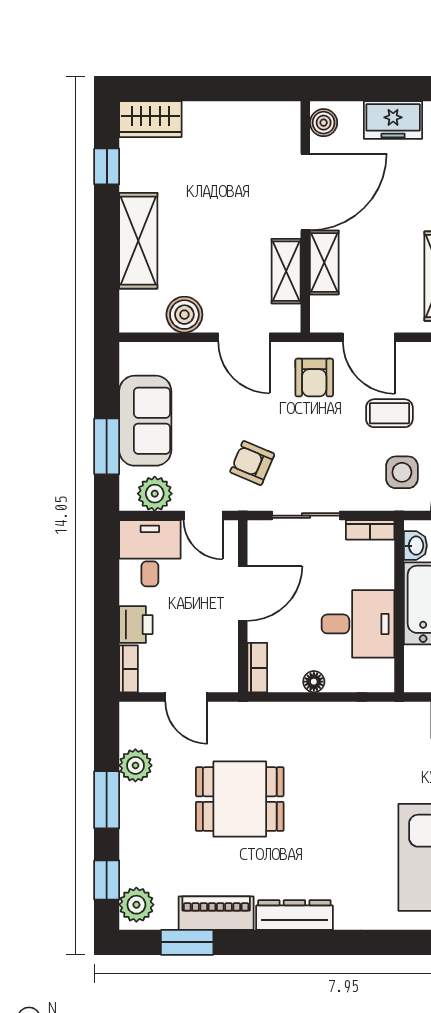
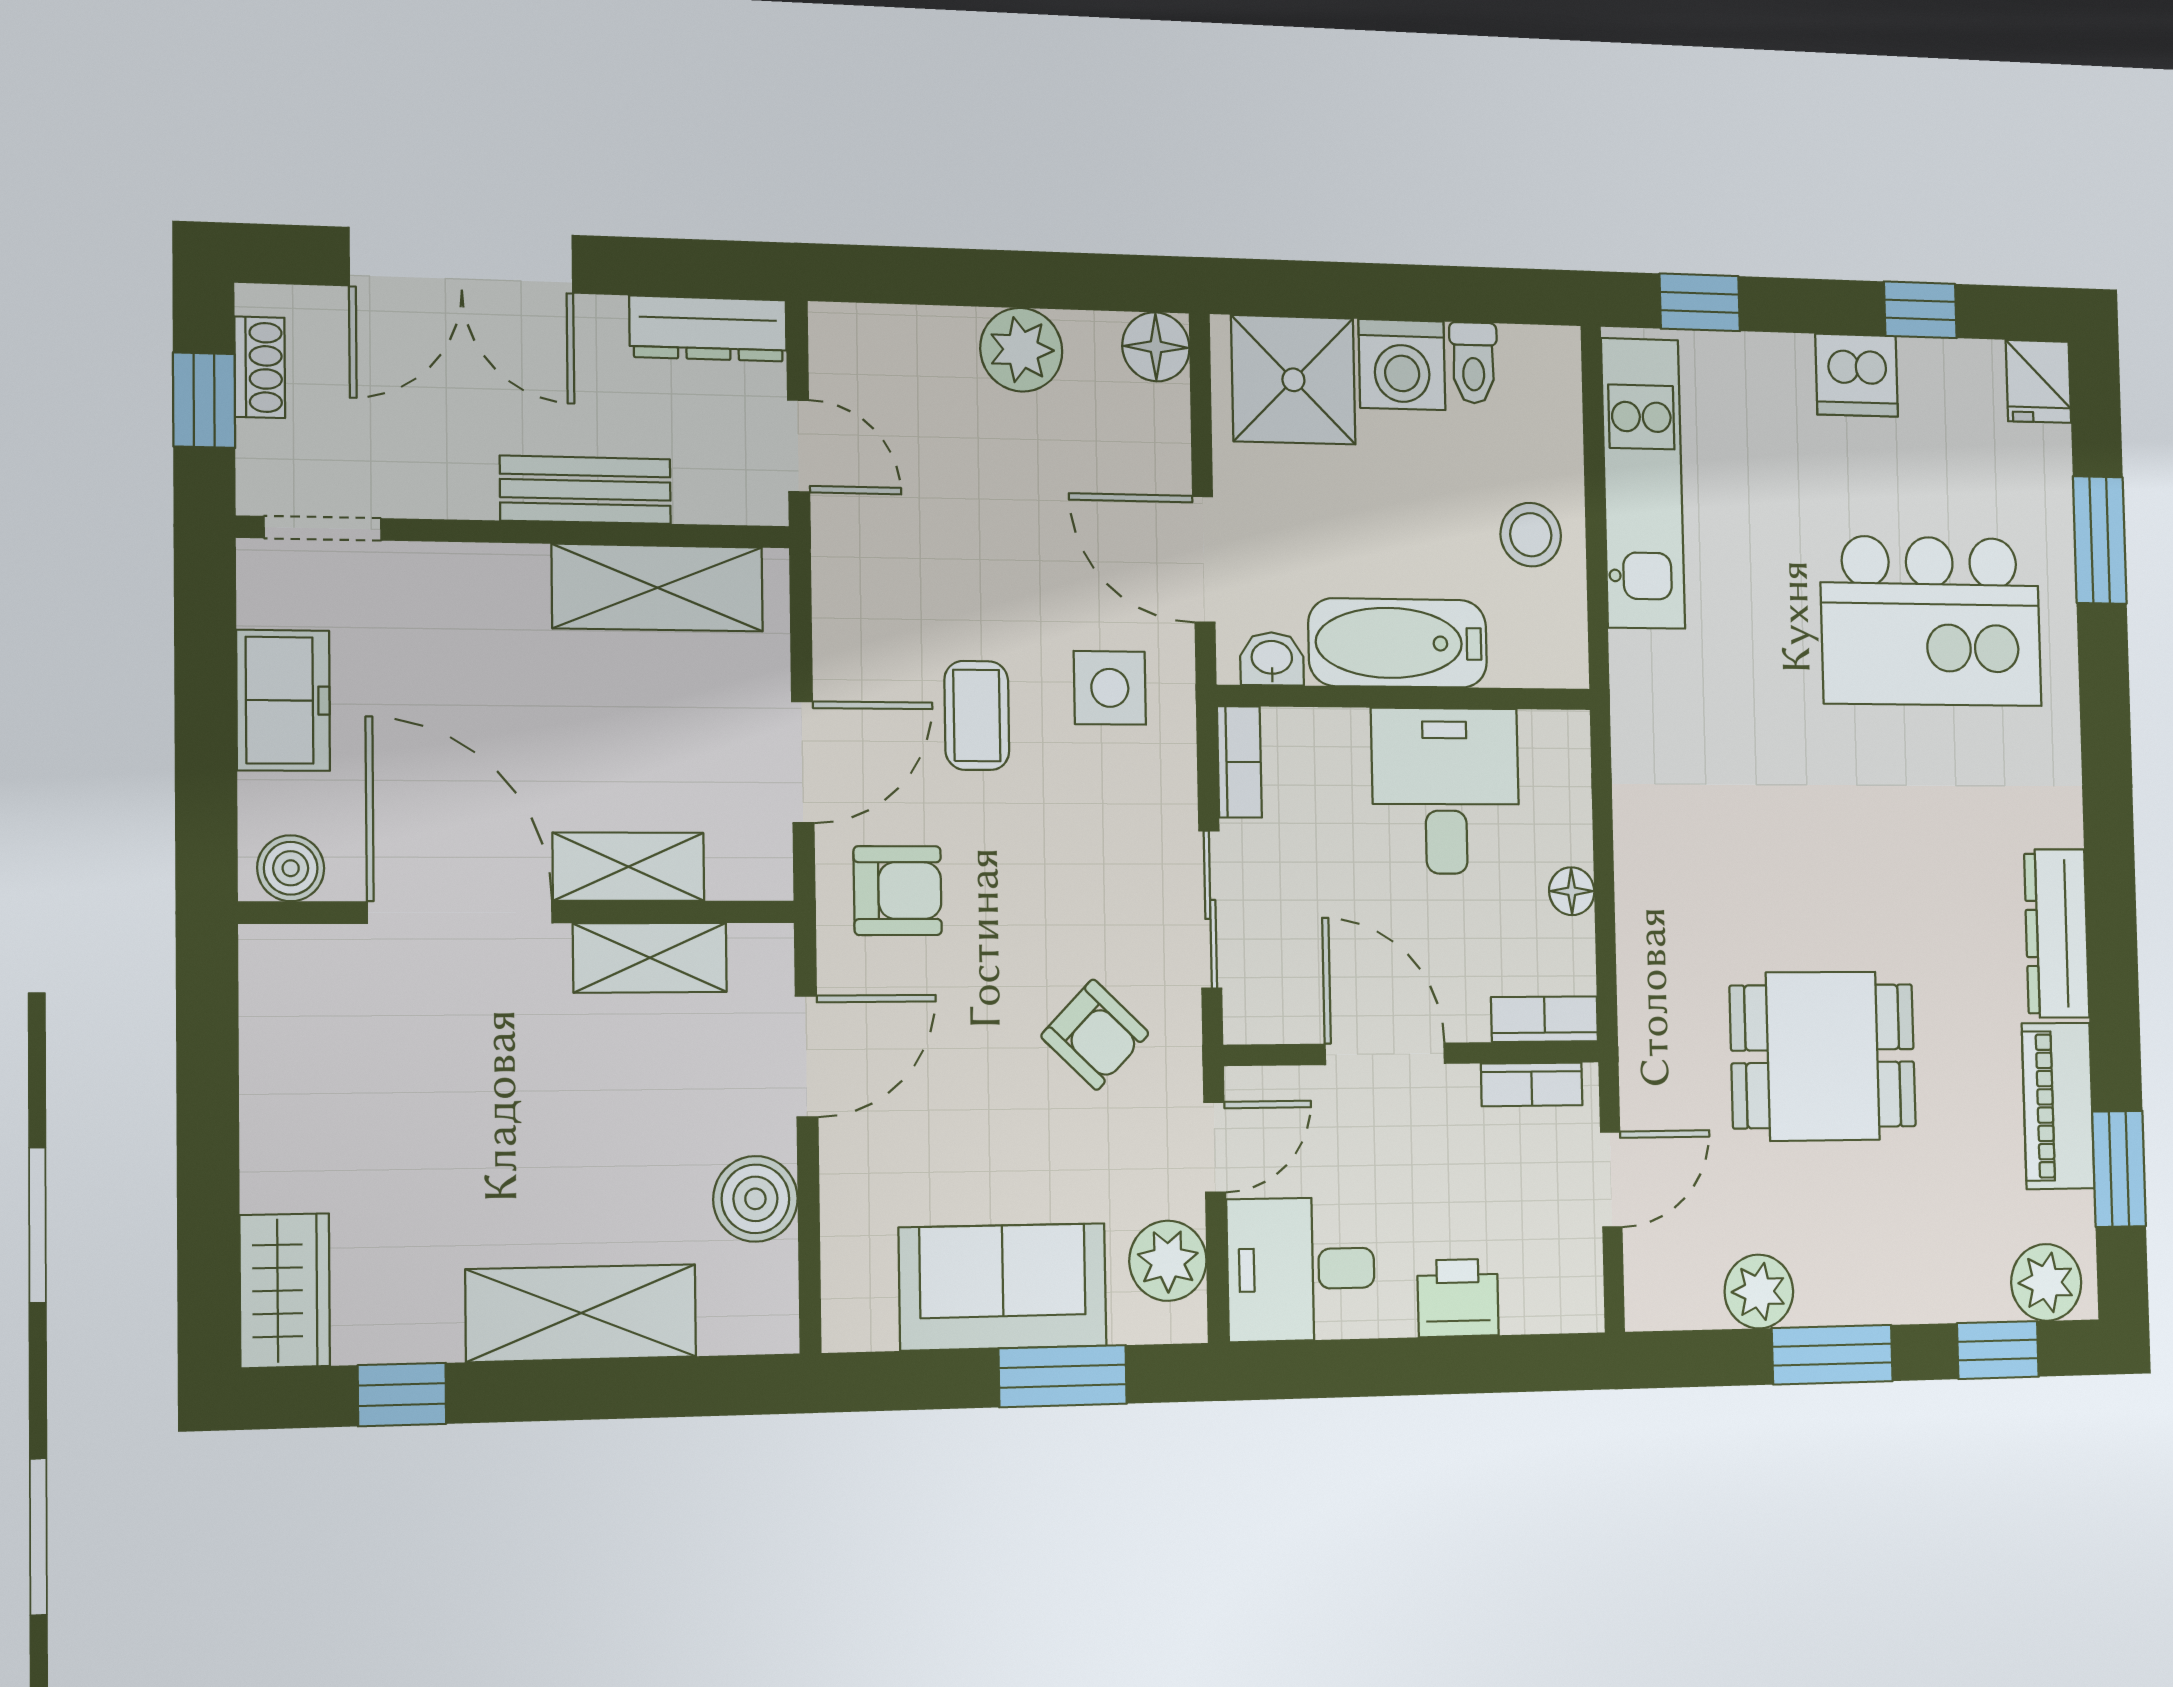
armchair: (252, 463) -> (1095, 1035), turned -69
bookcase: (129, 669) -> (1532, 1084), moved, turned 180
dining table: (240, 799) -> (1823, 1056), turned 90

